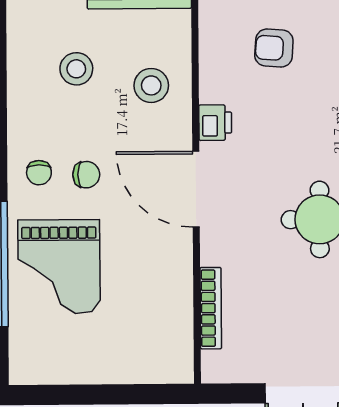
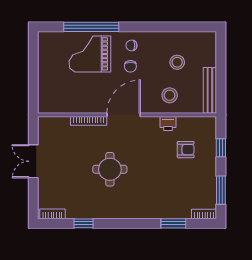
armchair: (274, 48) -> (186, 150), turned 86
printer: (215, 123) -> (168, 123), moved
bookcase: (211, 308) -> (89, 121), moved

